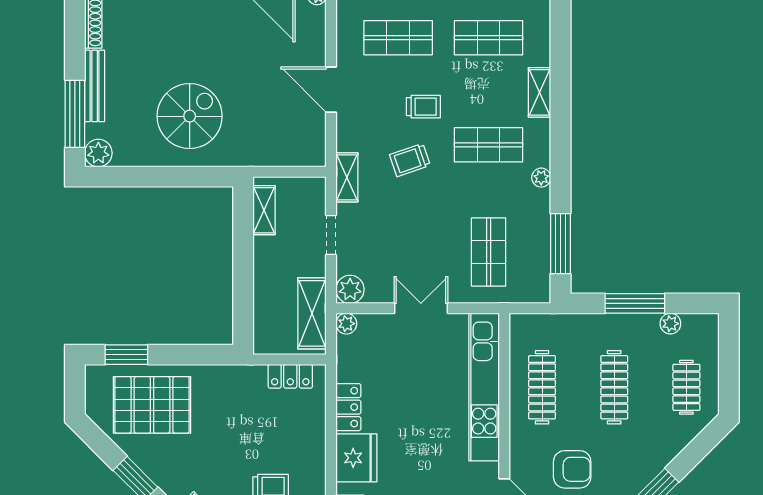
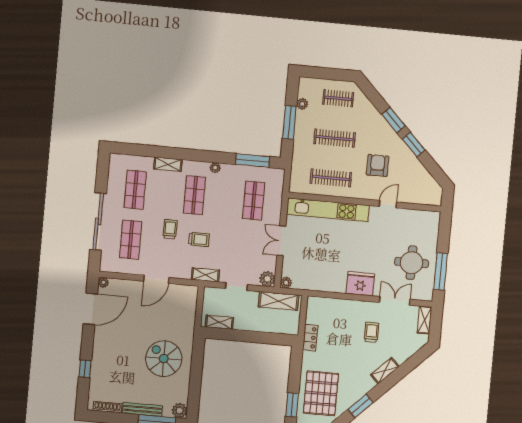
trolley: (410, 160) -> (199, 239), turned -71
shop shelf: (489, 252) -> (254, 201), turned 90
locker: (290, 376) -> (310, 338), moved
locker: (348, 407) -> (332, 286), removed

